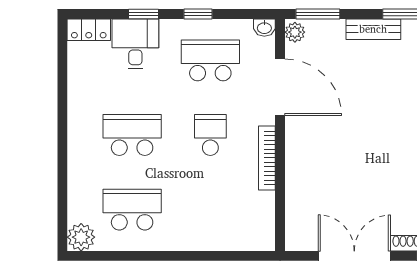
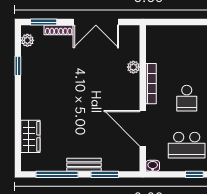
window: (318, 14) -> (105, 174), moved
plant: (295, 32) -> (133, 67), moved

